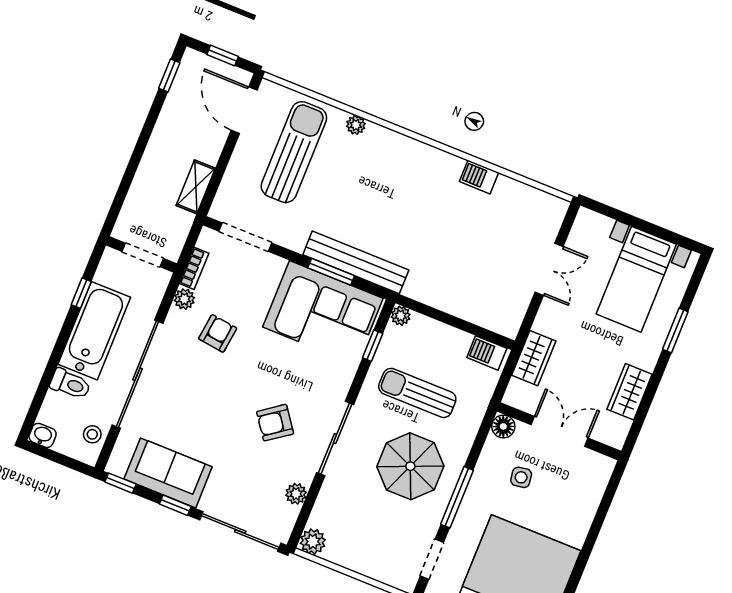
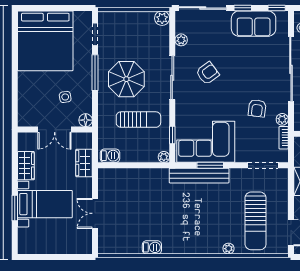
bed with nightstands: (636, 279) -> (45, 204), moved, turned 90

